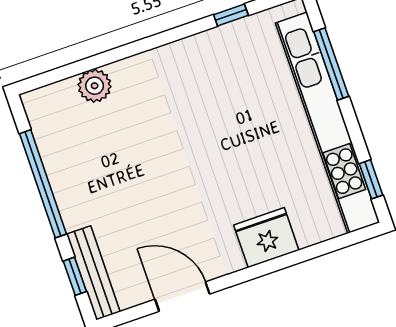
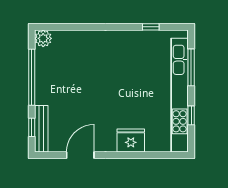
plant: (95, 86) -> (43, 38), moved
window: (371, 179) -> (191, 115), moved
door: (182, 297) -> (80, 155), hinge flipped

